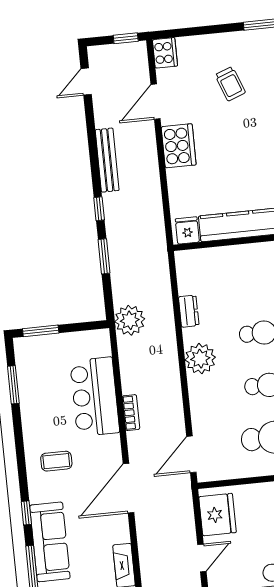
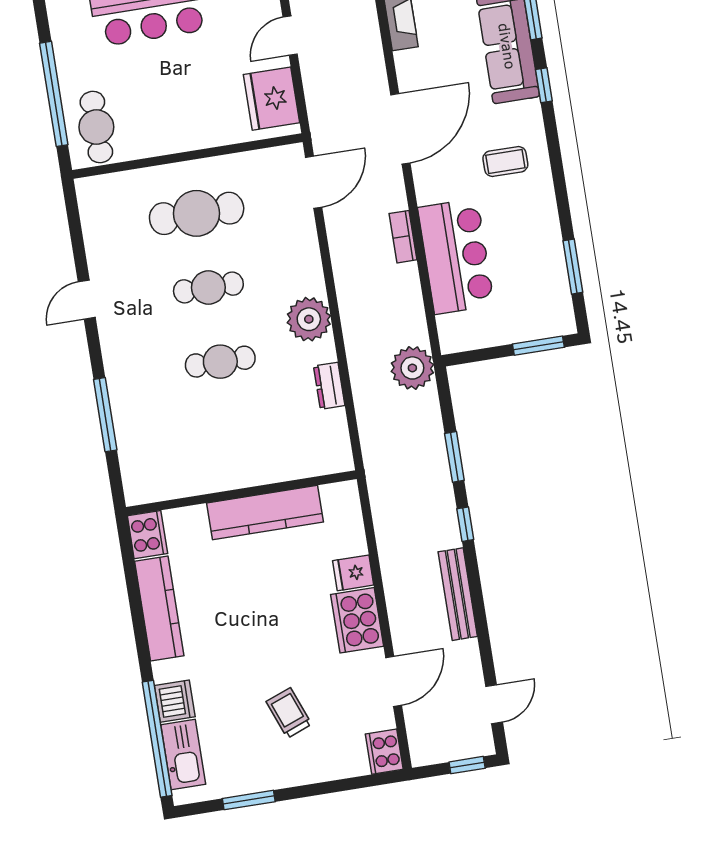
window: (126, 38) -> (467, 765), moved
fridge: (187, 230) -> (353, 573), moved, turned 90

